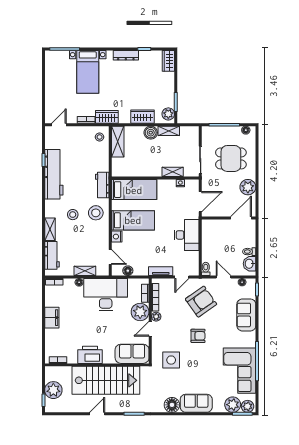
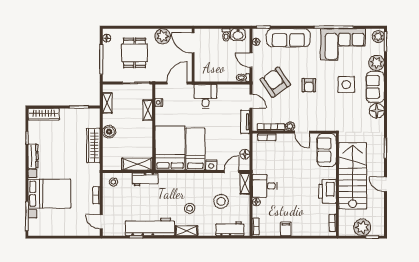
wardrobe: (168, 61) -> (44, 114), width x1.50
bed with nightstands: (88, 72) -> (49, 194), width x1.36
plant: (168, 114) -> (91, 114), removed
wardrobe: (107, 117) -> (94, 175), removed
wardrobe: (142, 117) -> (93, 145), width x1.50
shelving: (169, 131) -> (107, 103), moved
shelving: (118, 142) -> (137, 164), moved
workbench: (102, 185) -> (145, 179), moved
bed: (134, 190) -> (170, 148), width x1.50
door: (200, 202) -> (177, 83), hinge flipped
stool: (96, 213) -> (221, 201), moved
shelving: (50, 229) -> (186, 231), moved
desk: (187, 235) -> (206, 96), width x0.73
shelving: (85, 271) -> (245, 183), moved
door: (224, 277) -> (251, 60), hinge flipped
desk: (106, 295) -> (265, 186), width x0.53, depth x0.77
plant: (140, 312) -> (285, 142), removed
sofa: (246, 315) -> (288, 38), width x1.36
filing cabinet: (52, 318) -> (286, 229), width x0.50
armchair: (198, 336) -> (309, 85), turned 180
side table: (171, 360) -> (346, 85), moved
plant: (233, 405) -> (376, 63), moved

